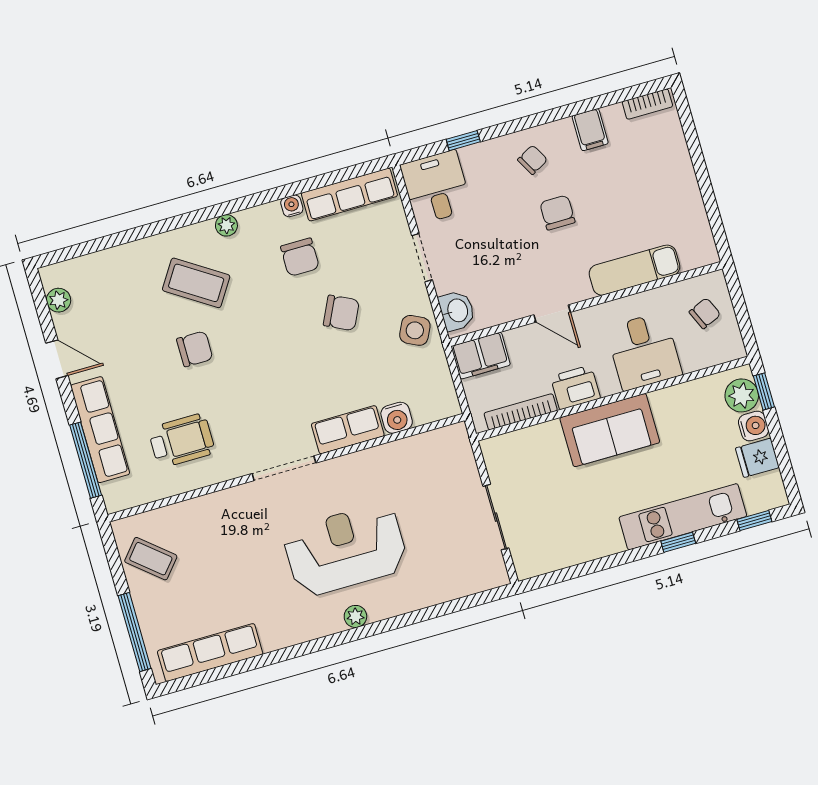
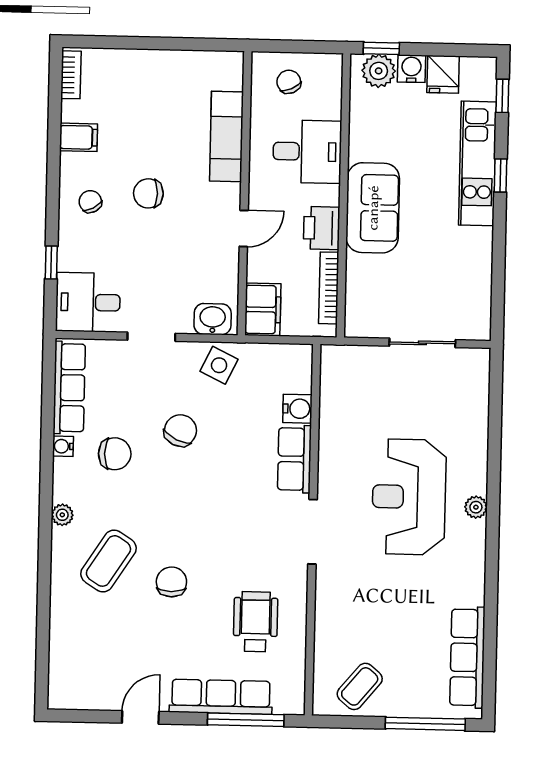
plant: (59, 300) -> (84, 698), removed

